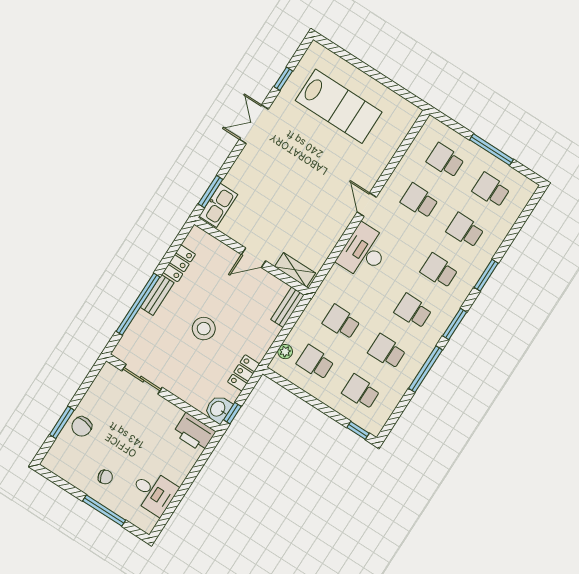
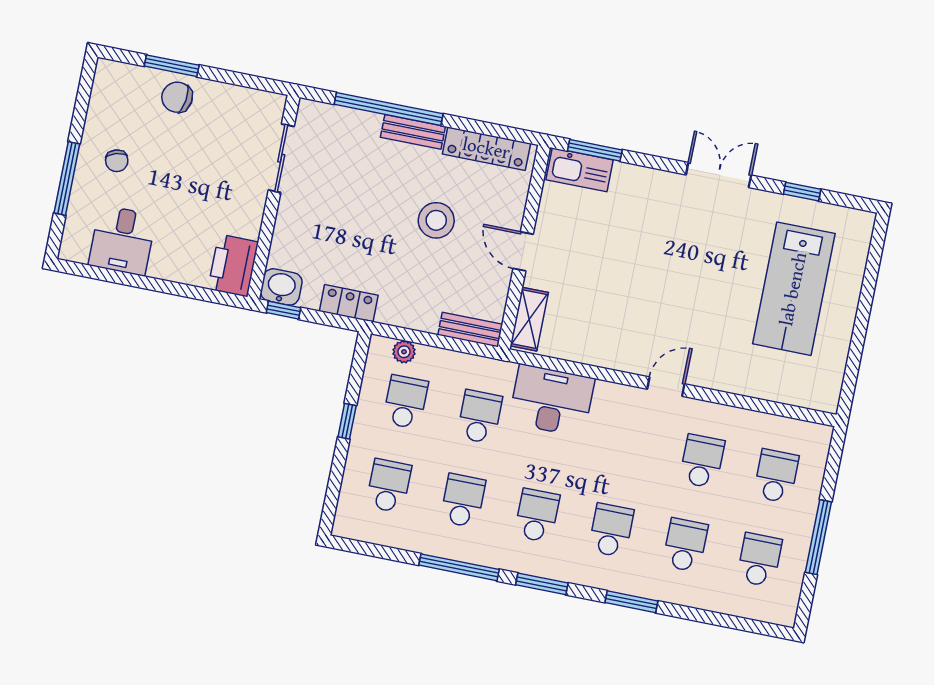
desk: (364, 252) -> (552, 401), moved
locker: (179, 263) -> (486, 149), width x1.53
stool: (204, 329) -> (436, 220), moved
window: (358, 430) -> (347, 421), moved

